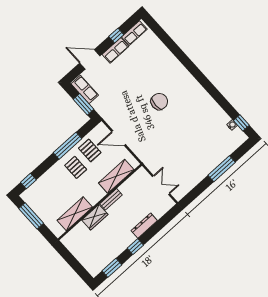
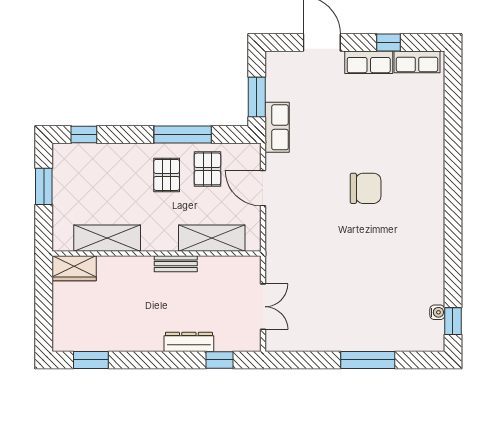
row of seats: (85, 89) -> (277, 127), moved
window: (31, 216) -> (44, 186), width x0.69
wardrobe: (95, 217) -> (74, 268), moved
window: (135, 247) -> (219, 360), moved

